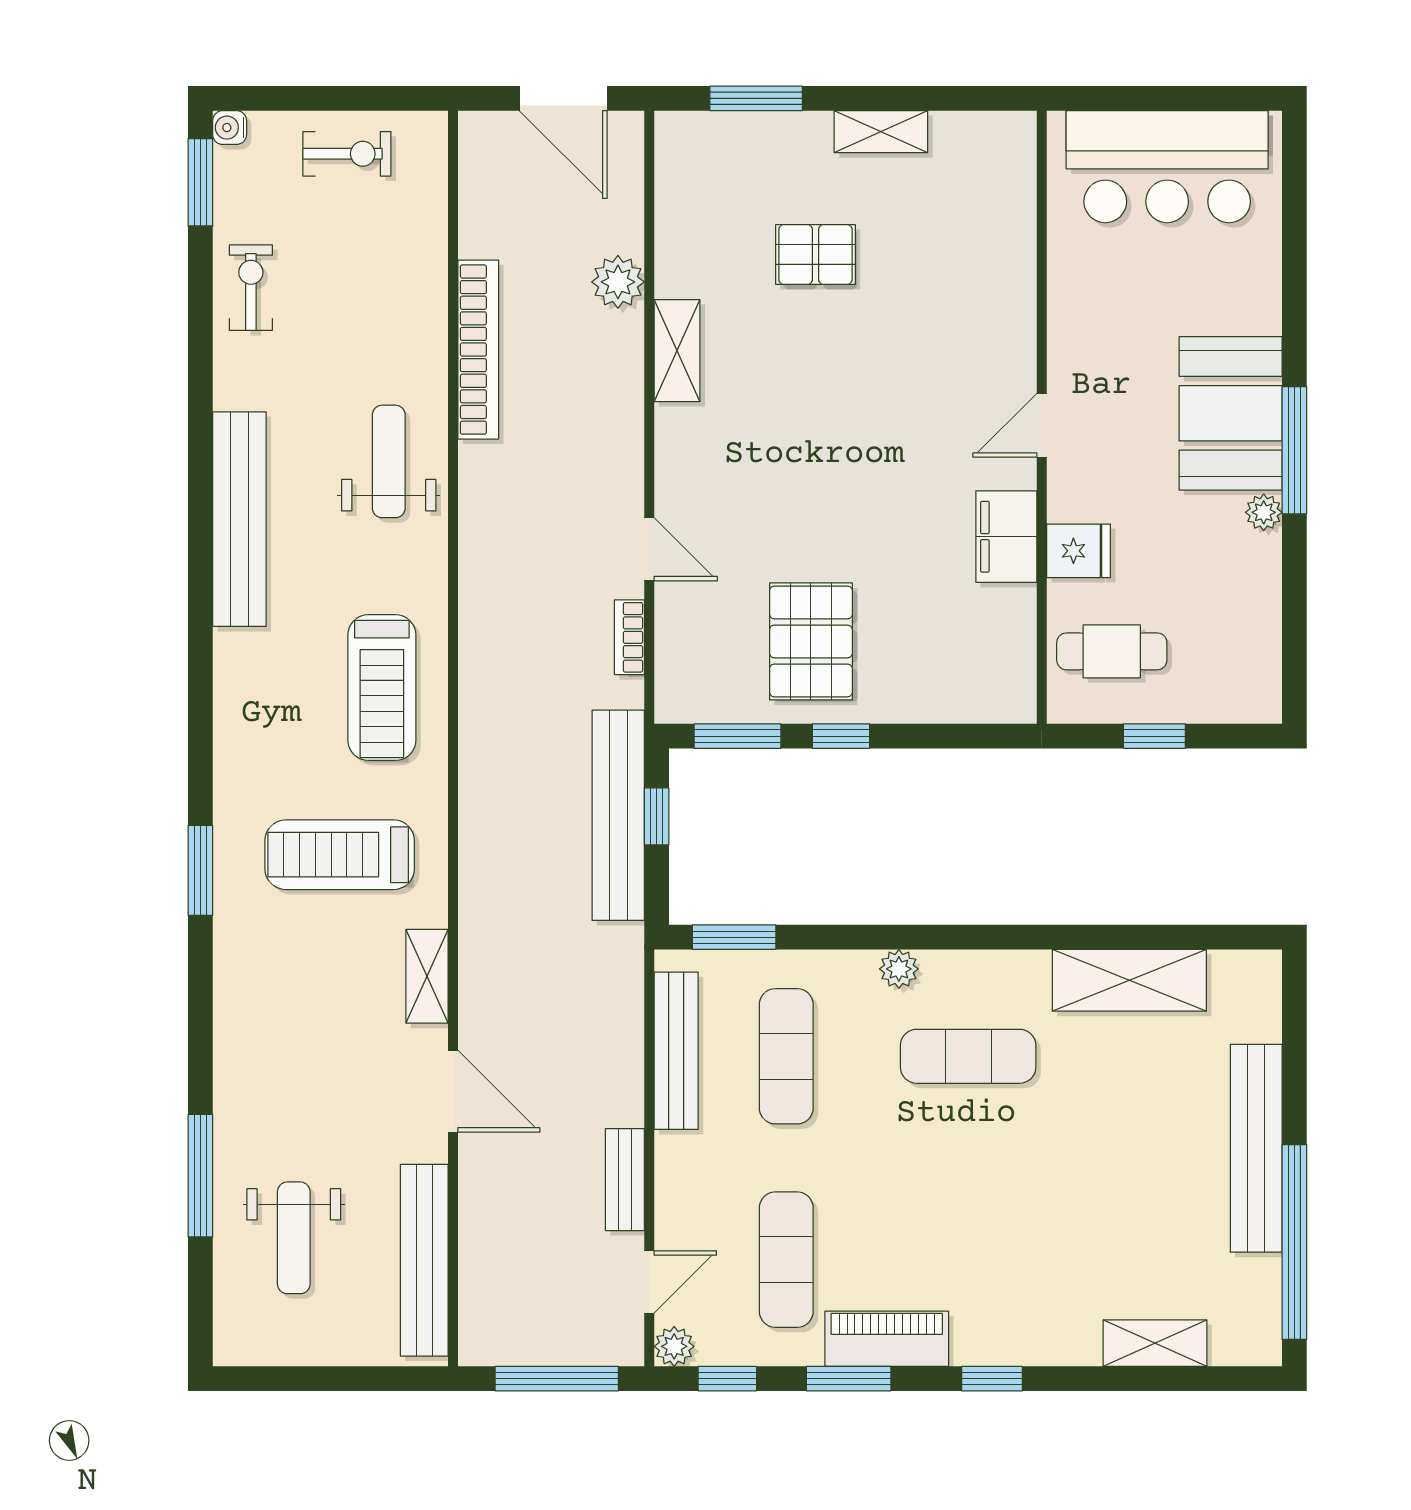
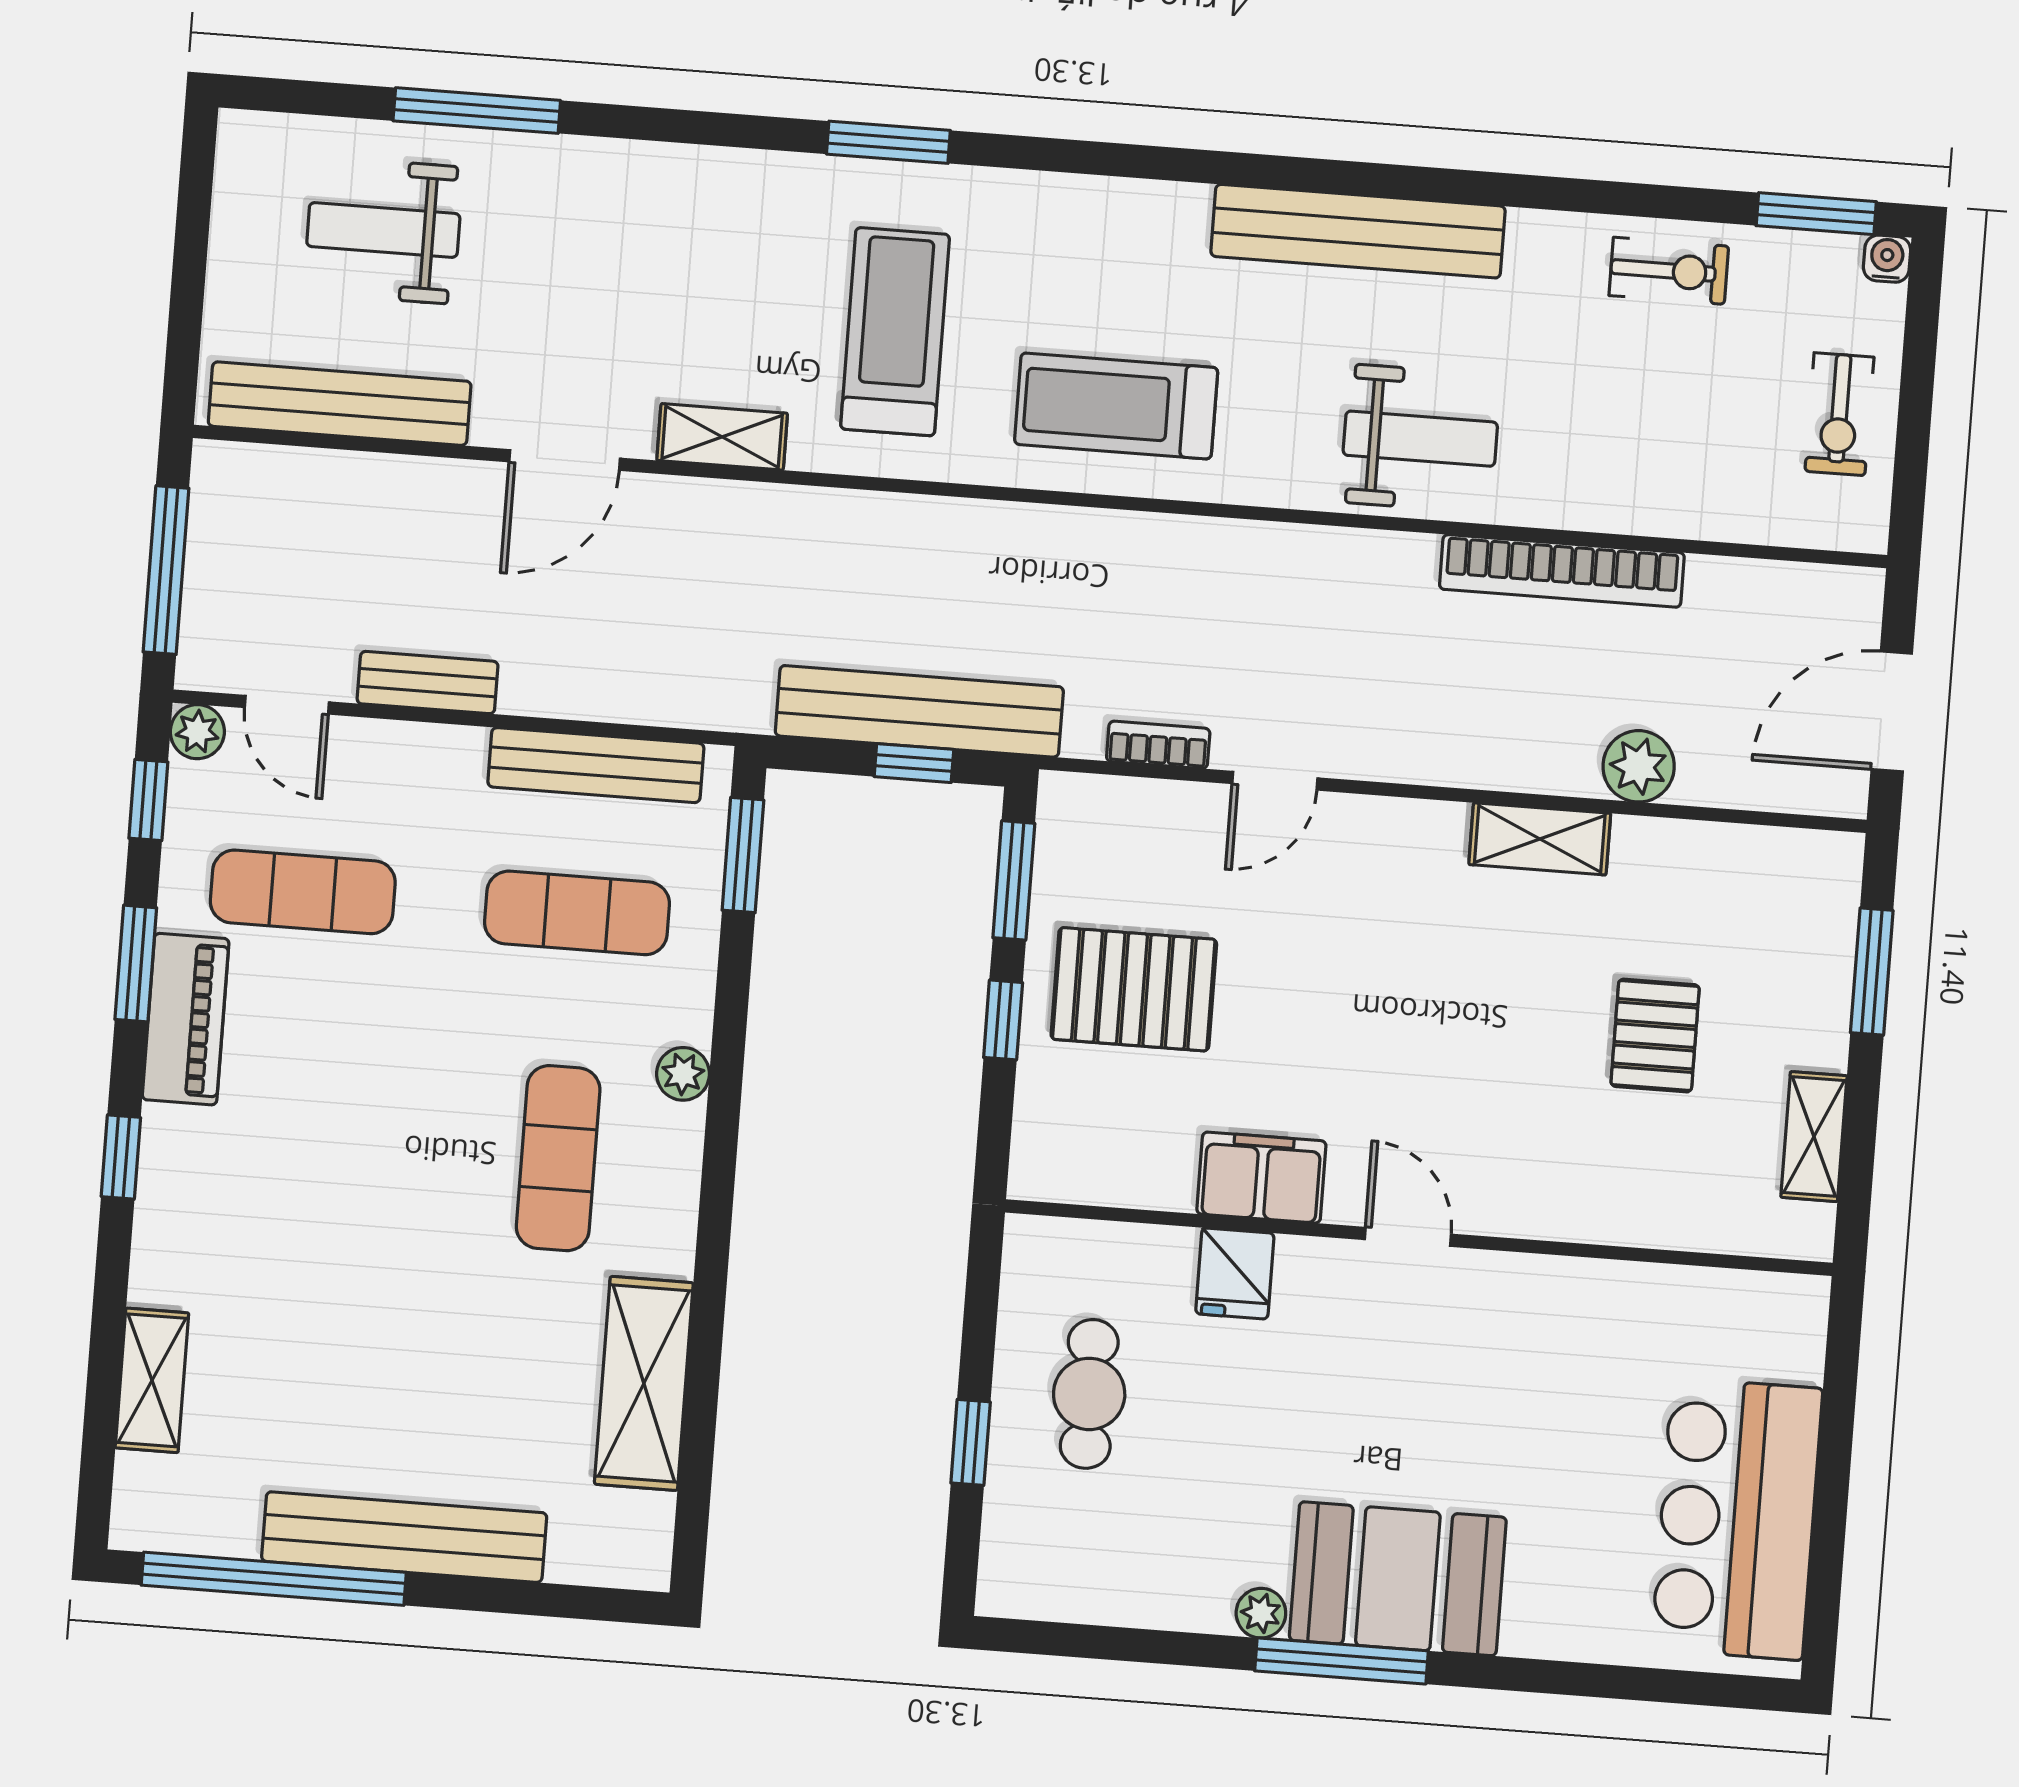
wall: (1042, 417) -> (1419, 1238), moved
door: (1042, 425) -> (1408, 1237), moved
filing cabinet: (1006, 537) -> (1261, 1178), moved
fridge: (1079, 551) -> (1235, 1274), moved

